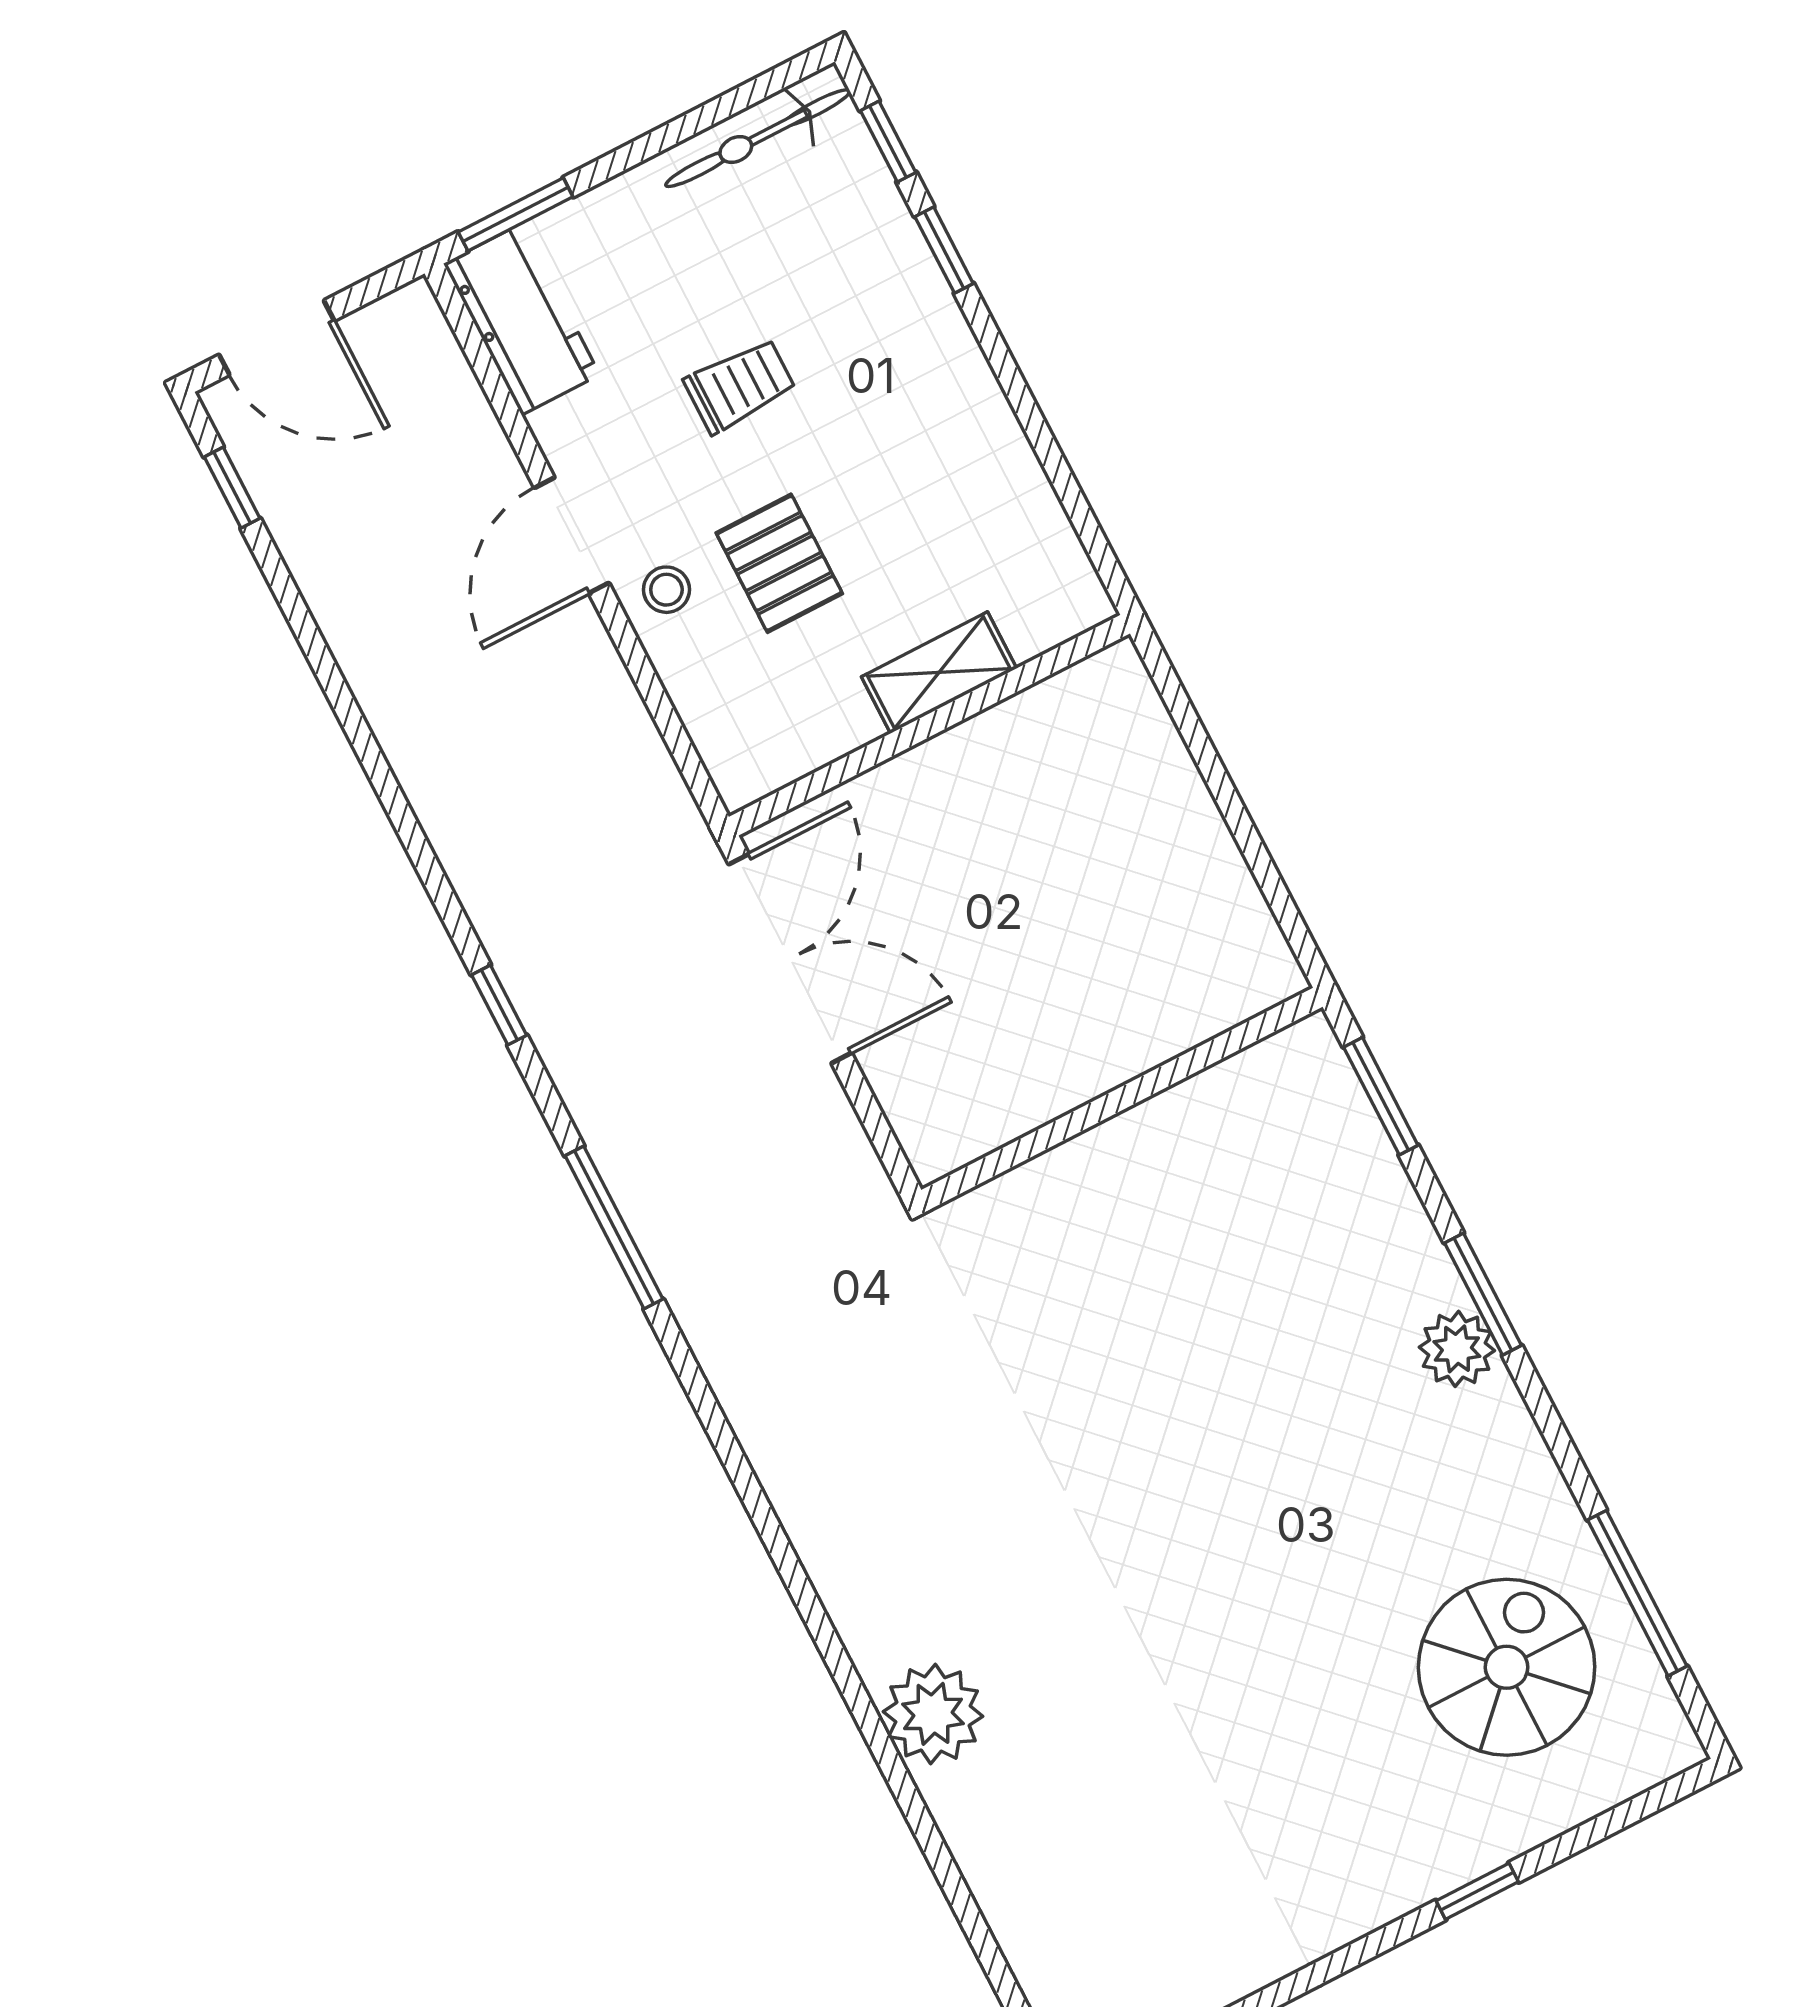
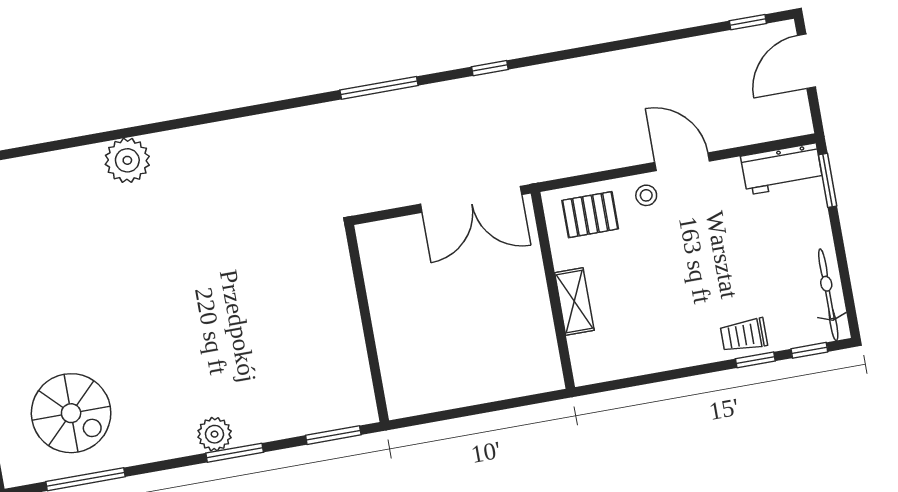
trolley: (740, 386) -> (744, 335), moved, turned 90
pallet: (779, 563) -> (590, 215), moved

